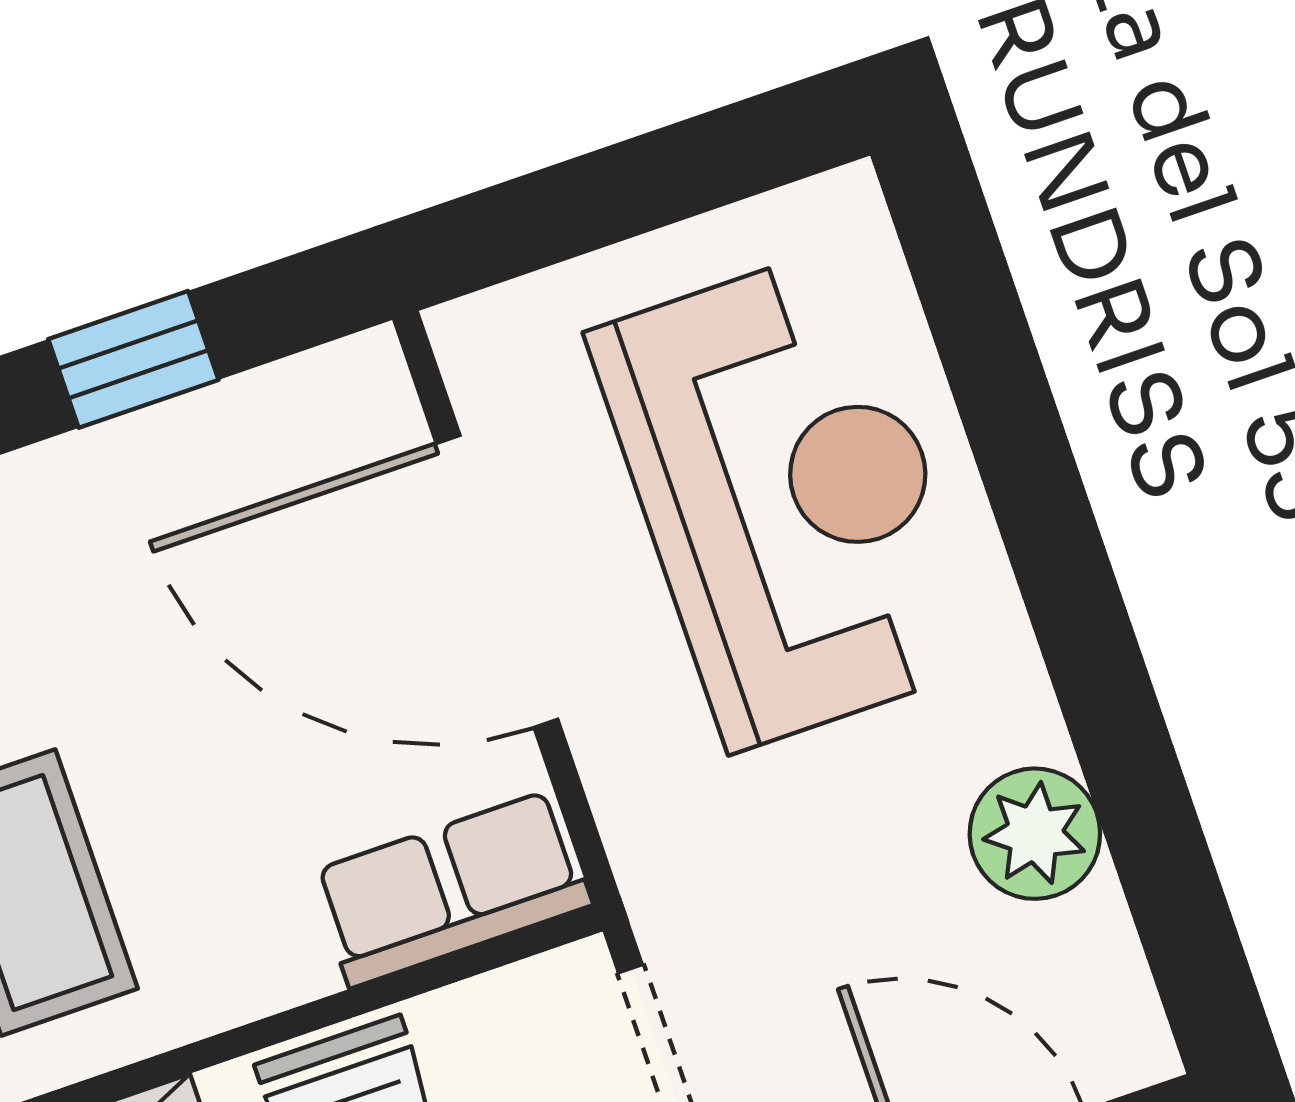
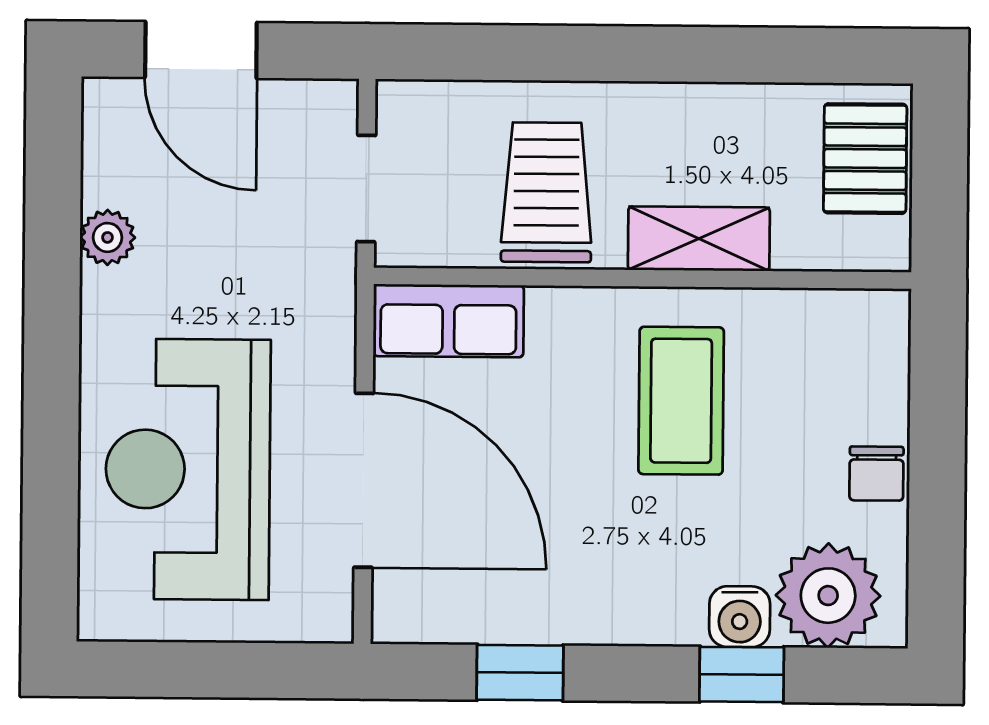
plant: (1035, 834) -> (108, 237), width x0.73, depth x0.73

